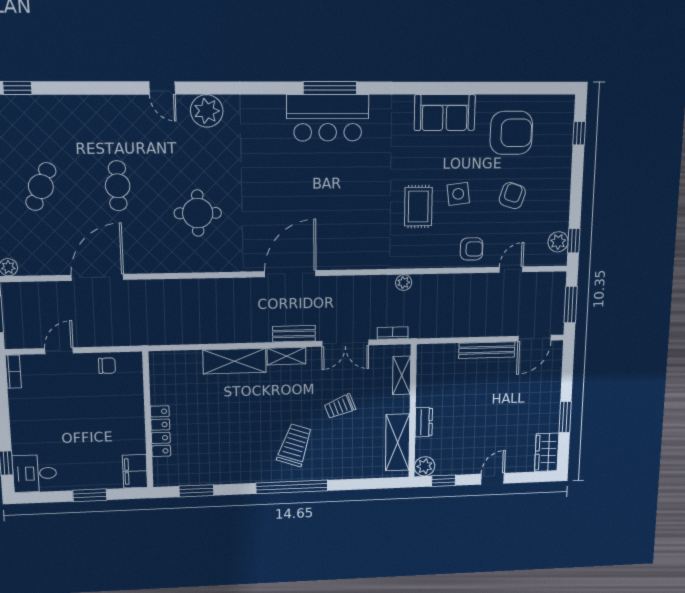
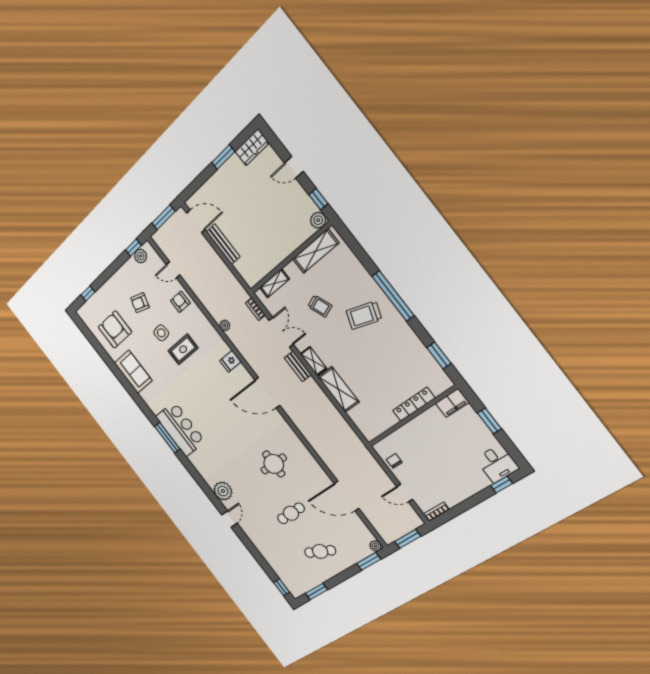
fridge: (359, 257) -> (230, 361), added
dresser: (424, 422) -> (291, 245), removed

